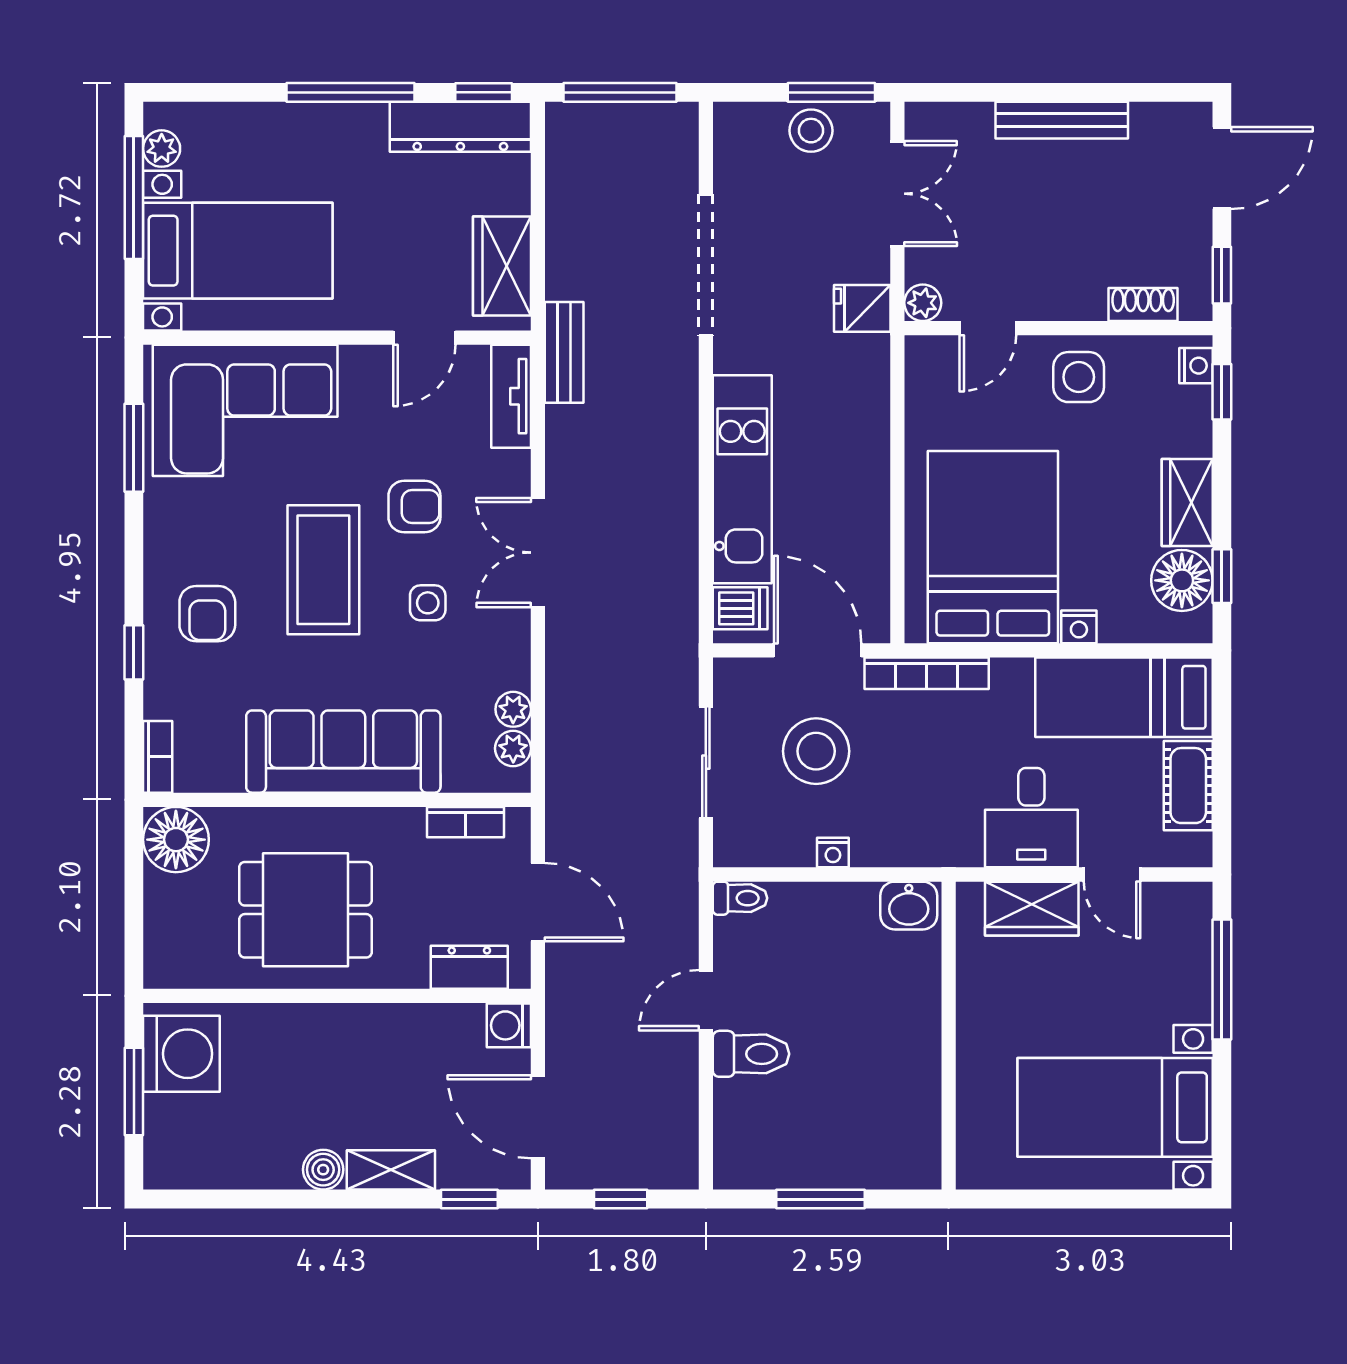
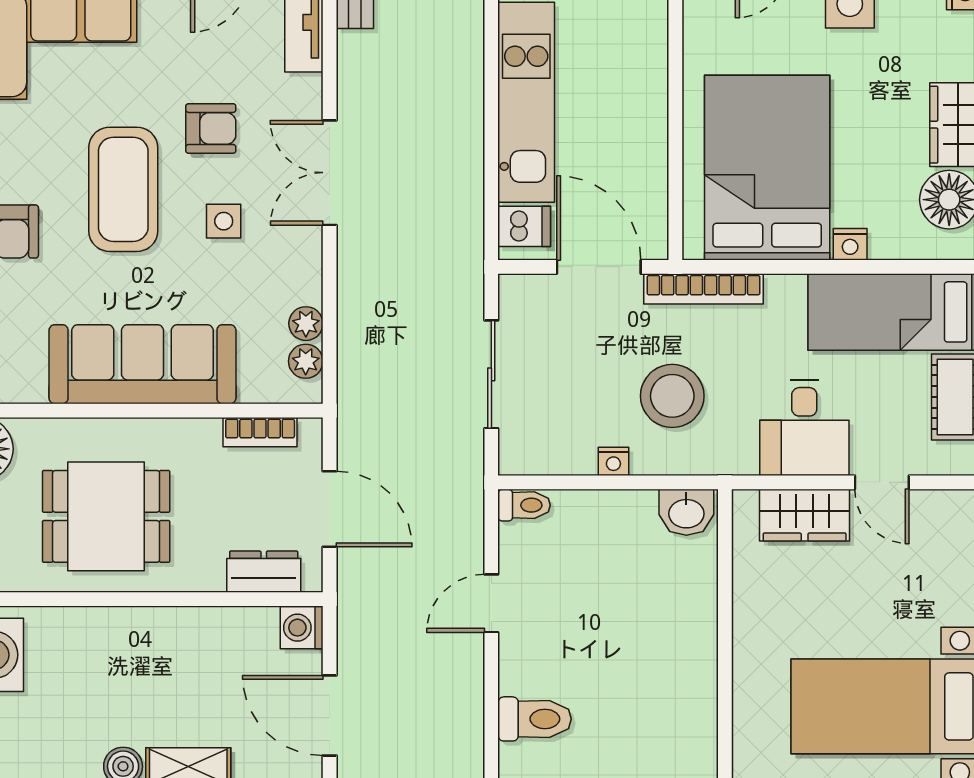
stool: (816, 751) -> (672, 396), moved
toilet: (751, 1054) -> (535, 719), moved

